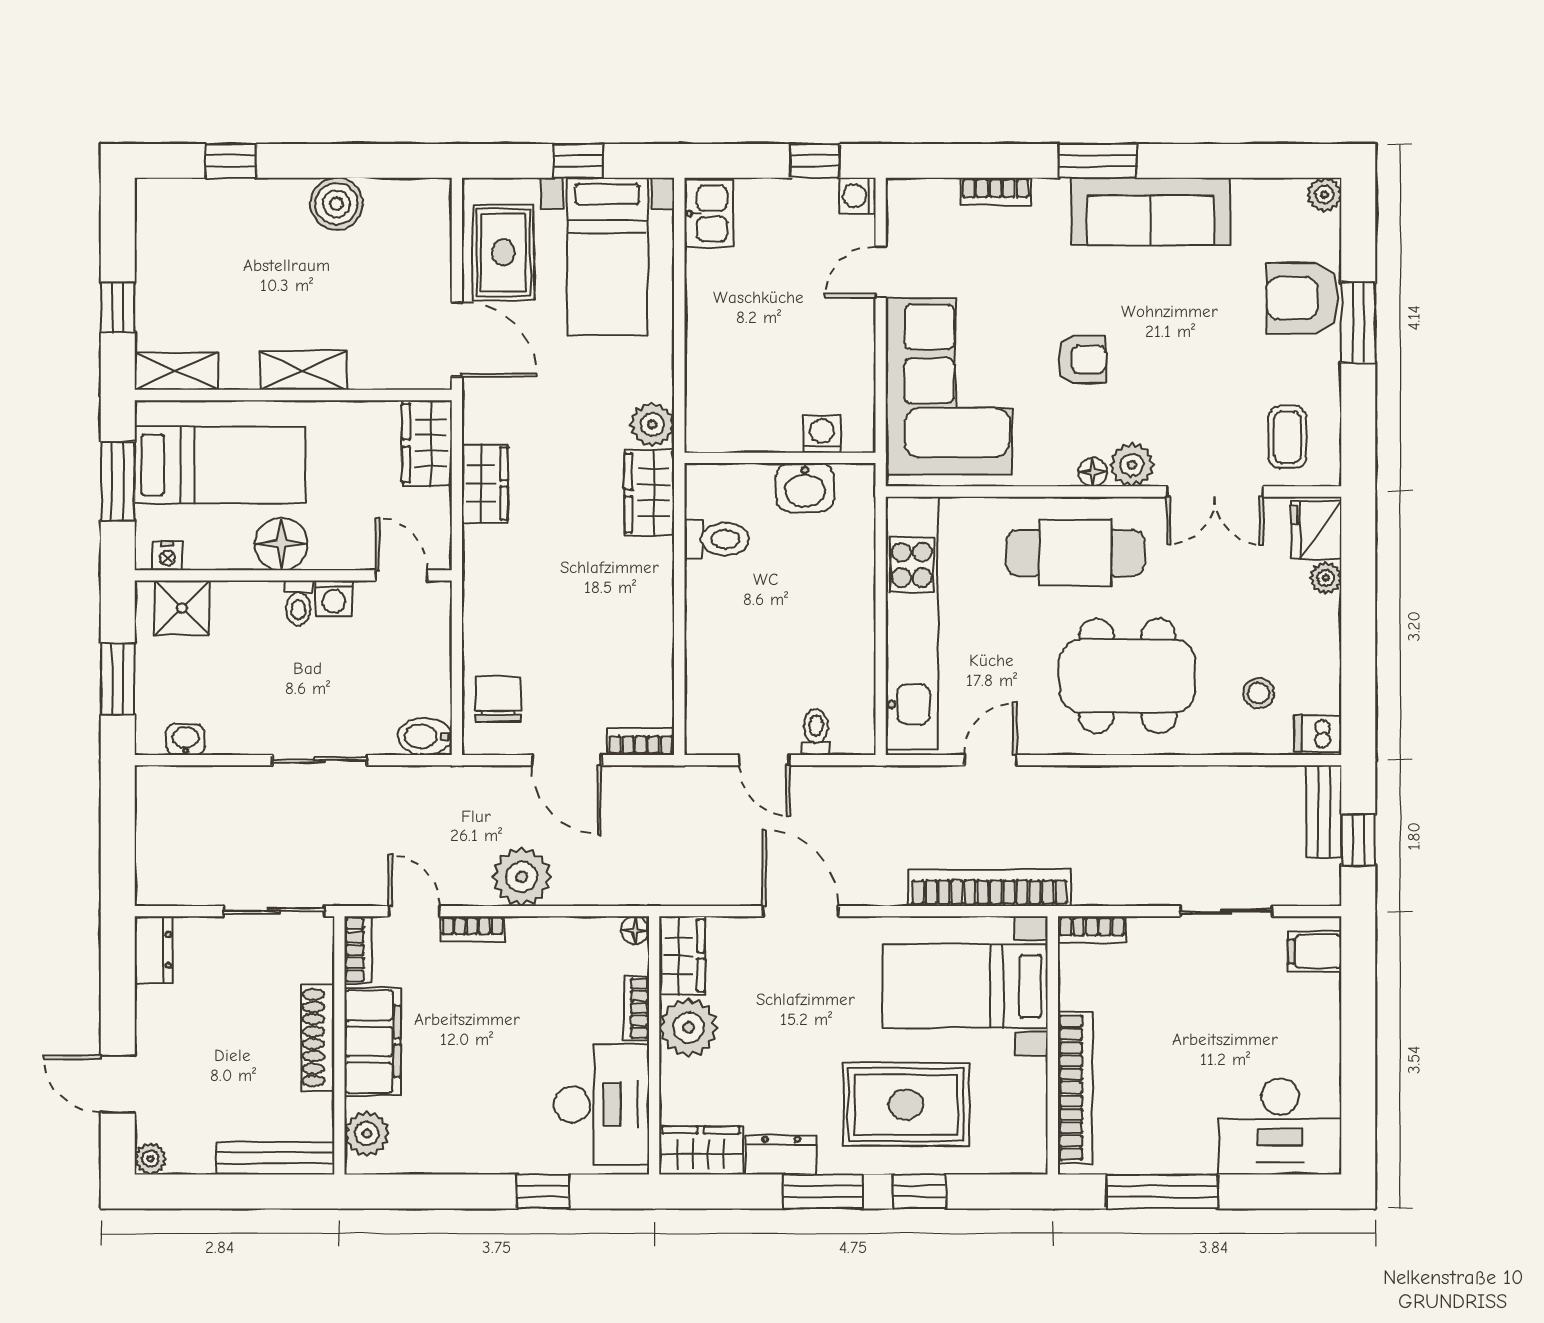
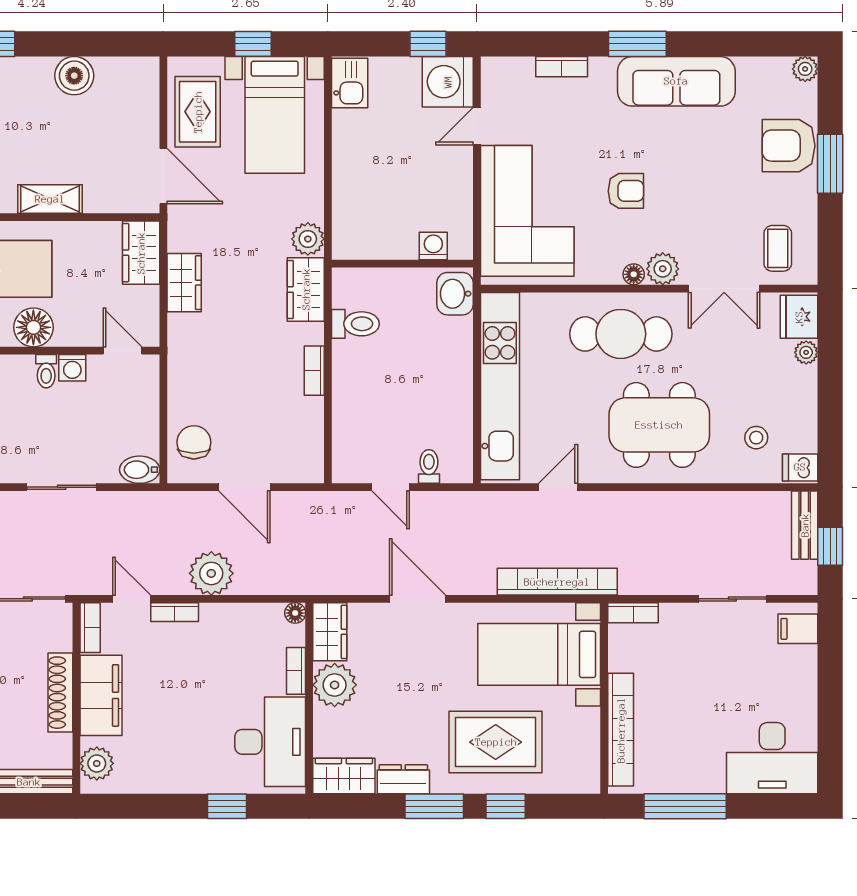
washing machine: (858, 196) -> (448, 82), width x1.89, depth x1.89
washbasin: (805, 487) -> (455, 294), moved, turned 90
bookcase: (641, 742) -> (314, 371), moved, turned -90

